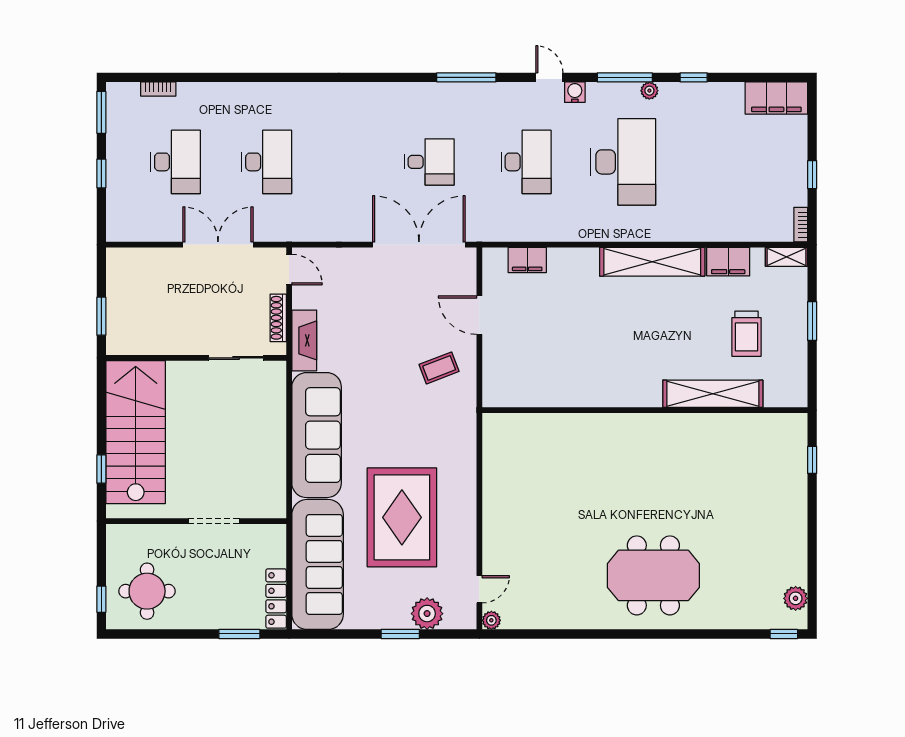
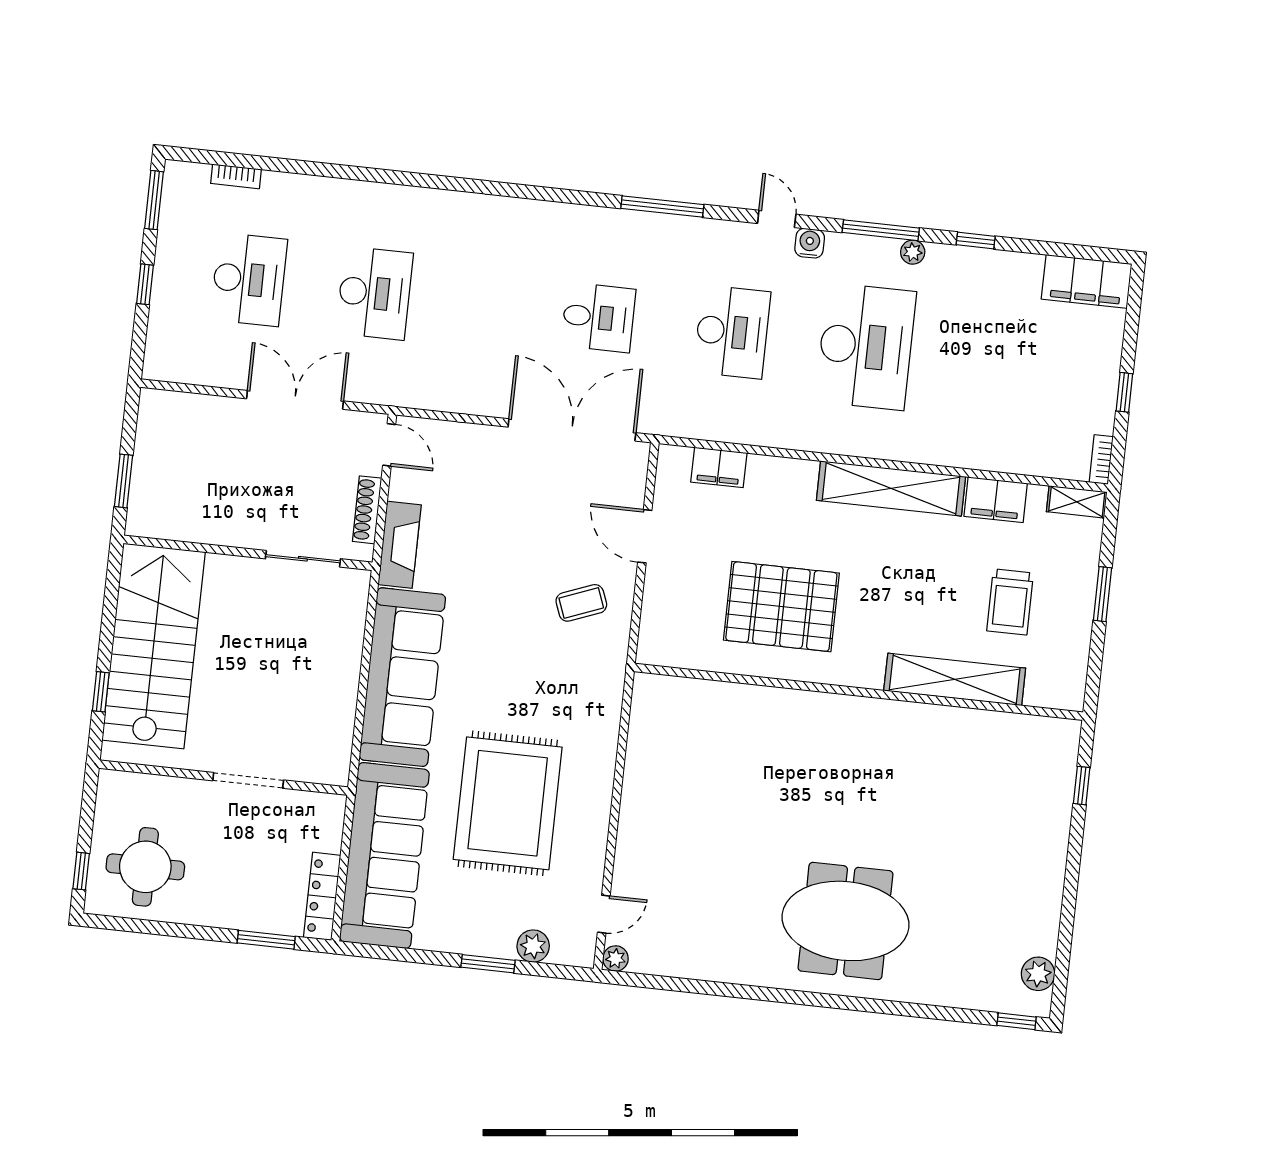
pallet: (583, 355) -> (781, 607), added
plant: (427, 614) -> (533, 946), width x0.73, depth x0.73

